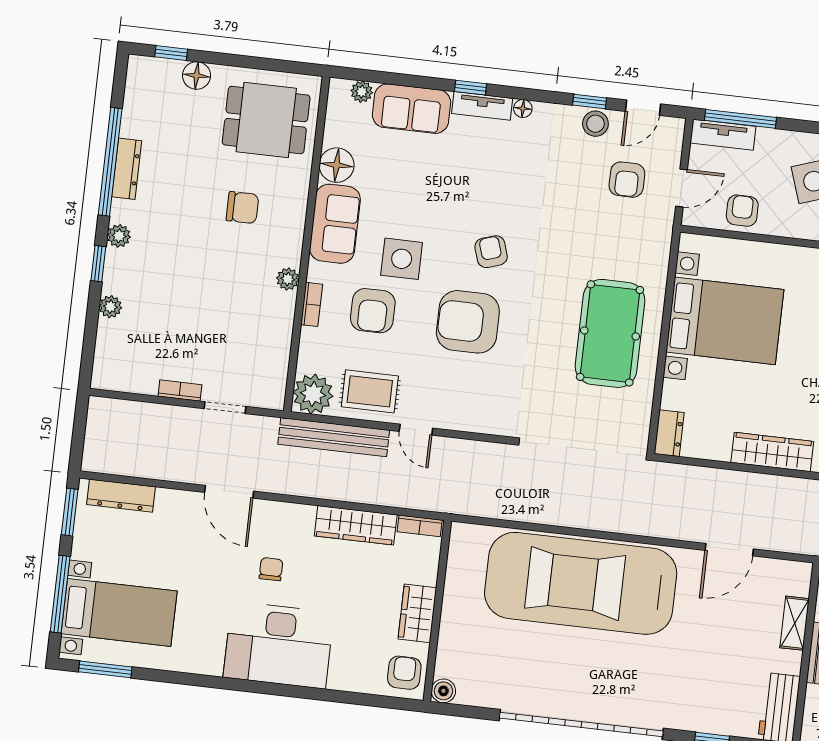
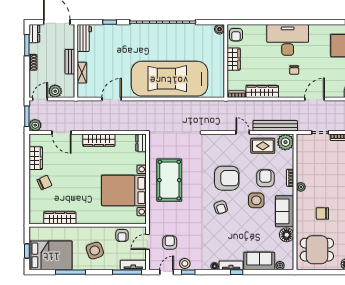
door: (229, 492) -> (315, 99), hinge flipped
car: (581, 583) -> (169, 79), turned 180

